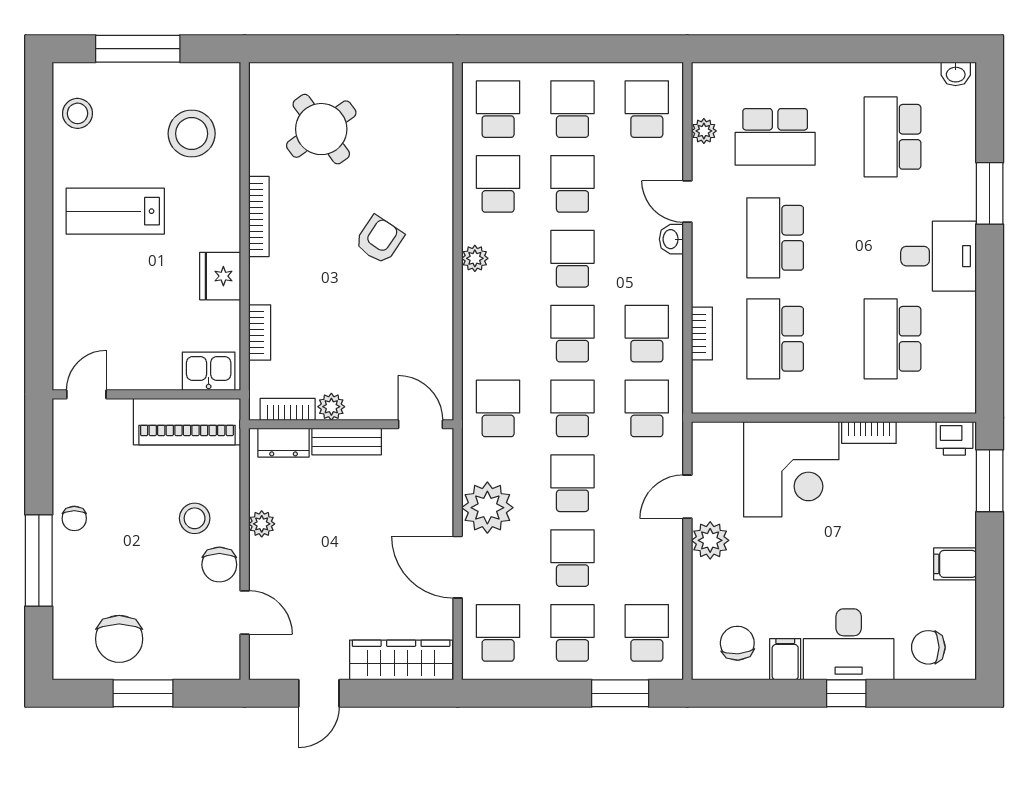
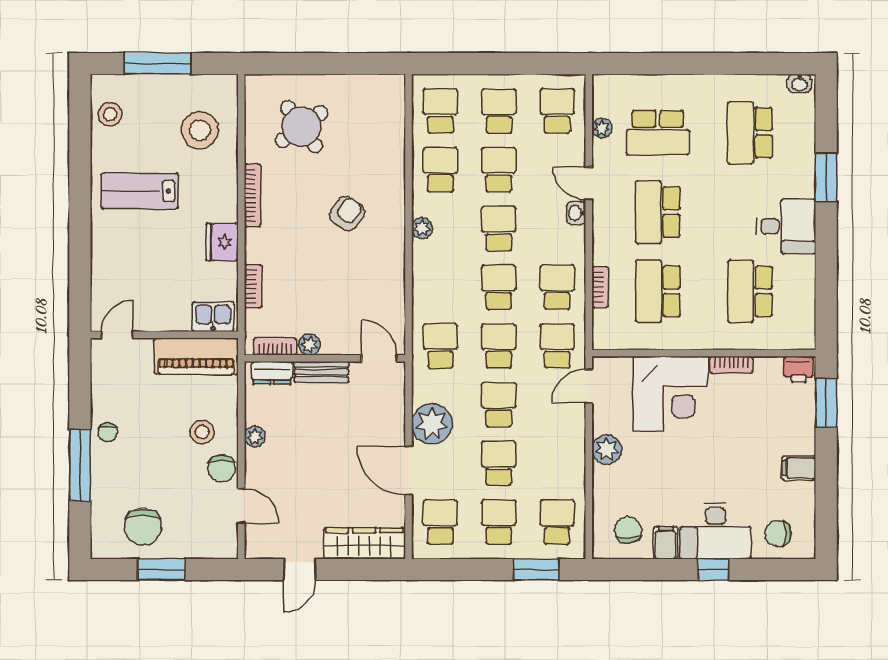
door: (687, 497) -> (589, 386), moved

